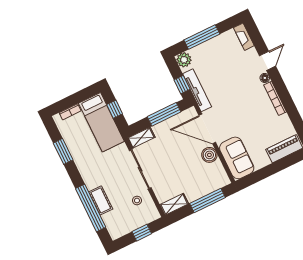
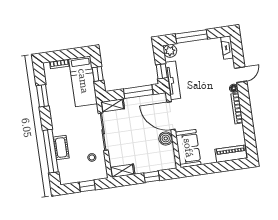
window: (208, 201) -> (152, 177), width x0.46

